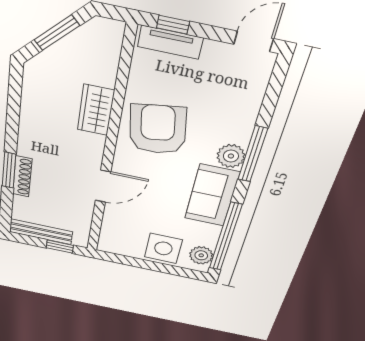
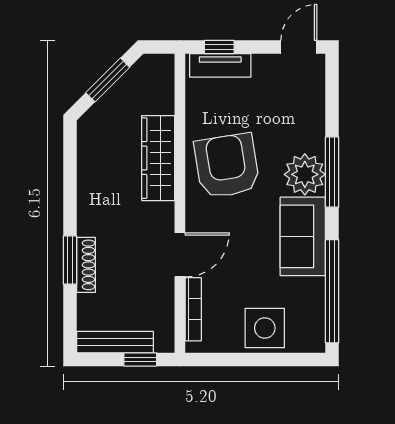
wardrobe: (96, 110) -> (158, 158), width x1.50
plant: (231, 156) -> (305, 174), width x1.36, depth x1.36
bookcase: (108, 225) -> (193, 309), added
plant: (201, 255) -> (311, 327), removed

